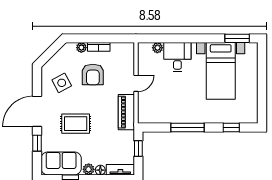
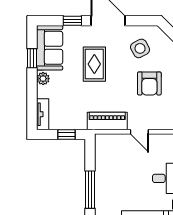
armchair: (93, 75) -> (149, 83), turned -90
floor lamp: (100, 170) -> (42, 92), removed

